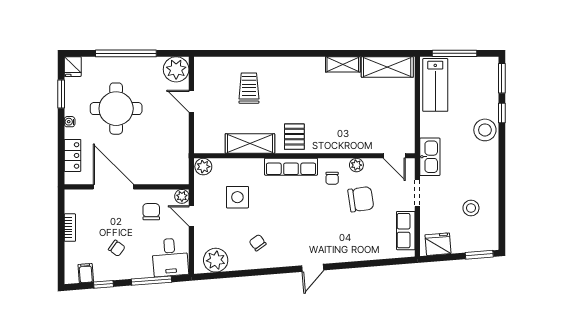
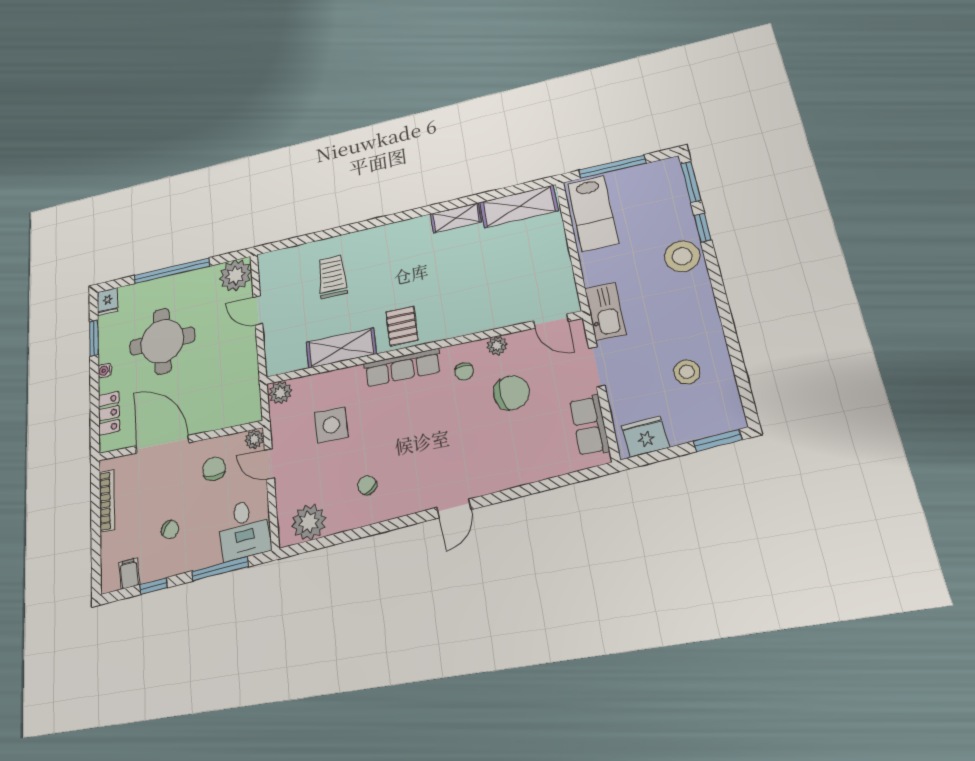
bookcase: (70, 228) -> (107, 501), width x1.56

